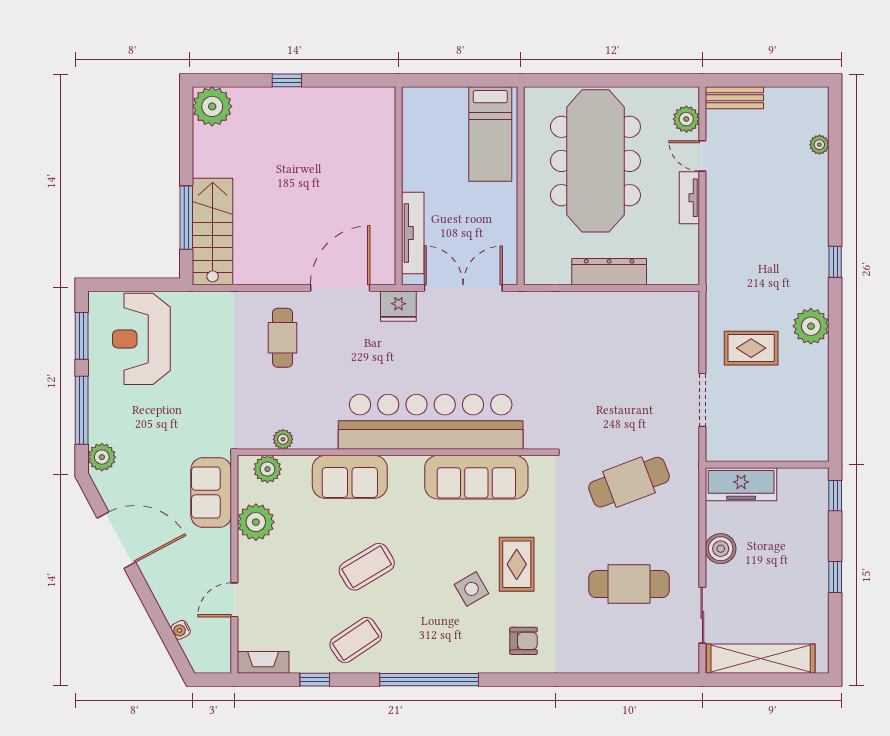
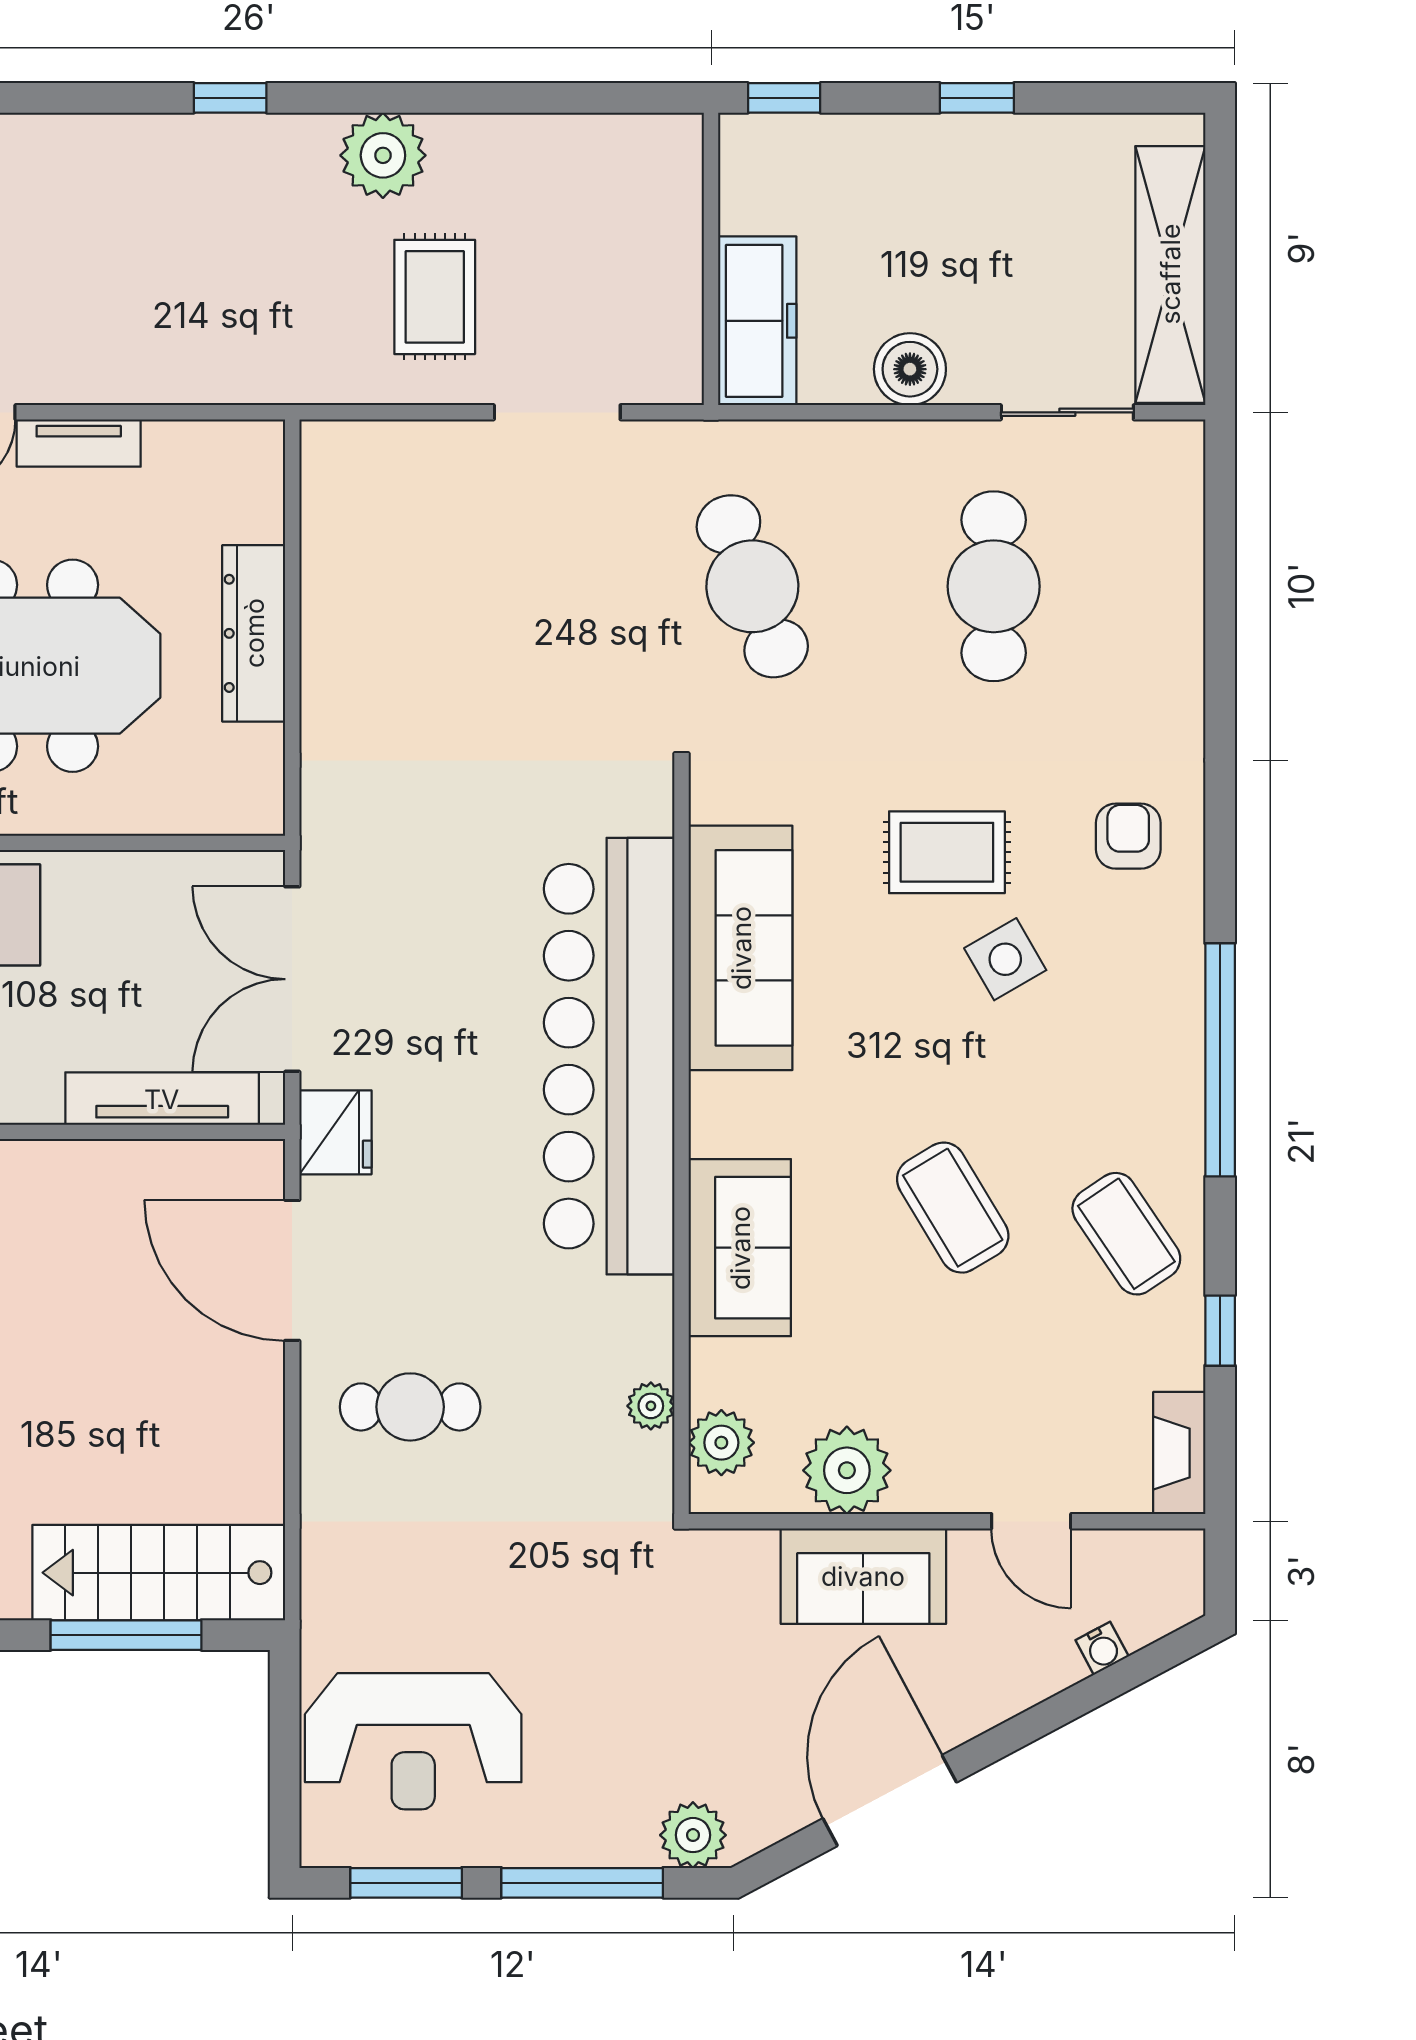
sofa: (211, 492) -> (863, 1576), moved

